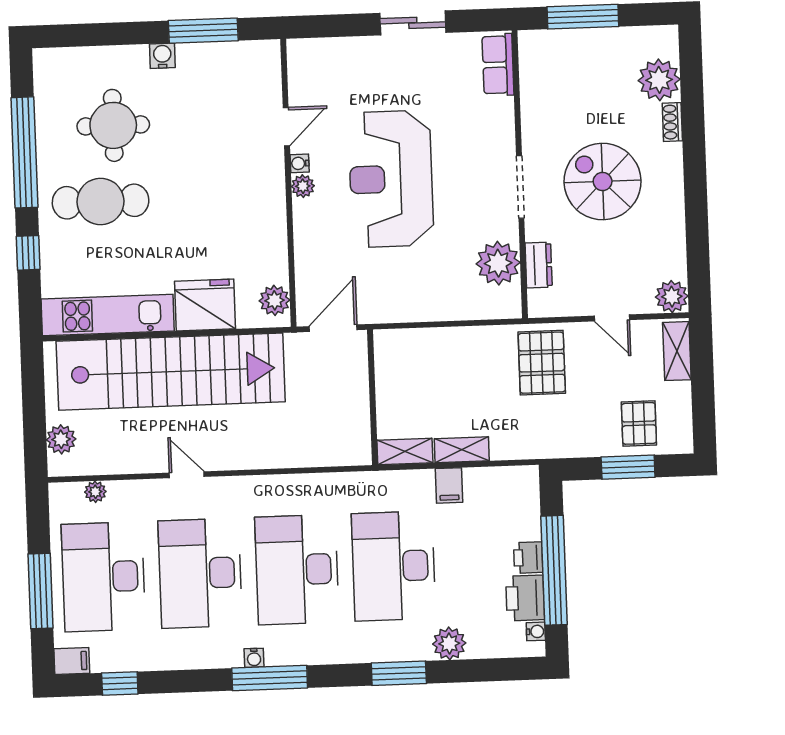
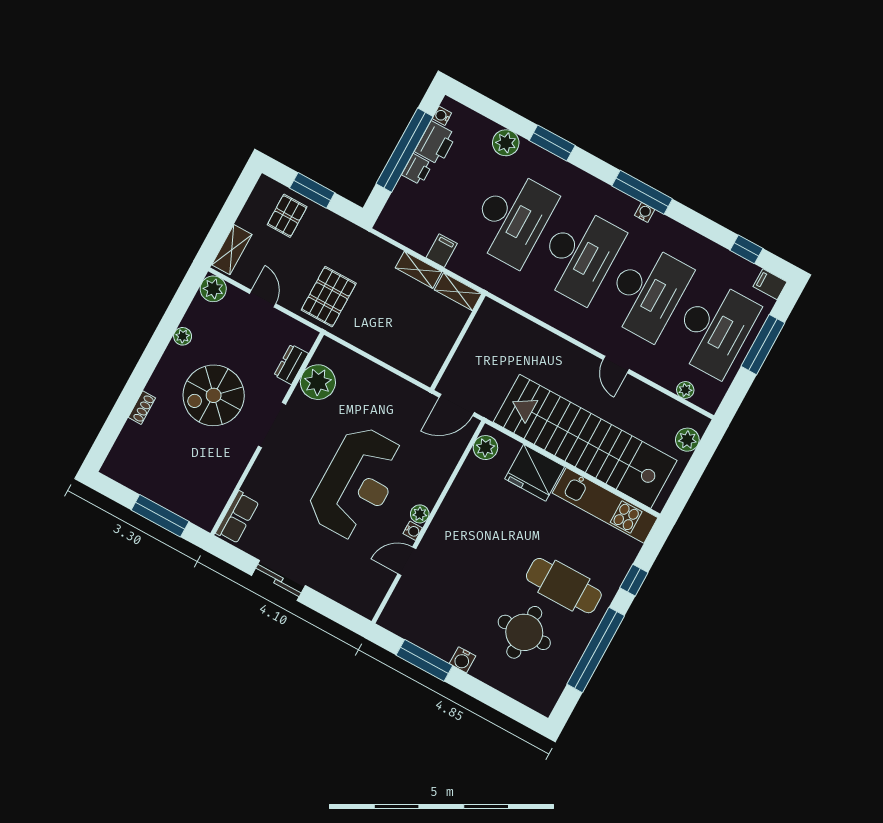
plant: (659, 80) -> (183, 336), moved, width x0.53, depth x0.53
spiral stairs: (603, 181) -> (214, 395), turned 90

